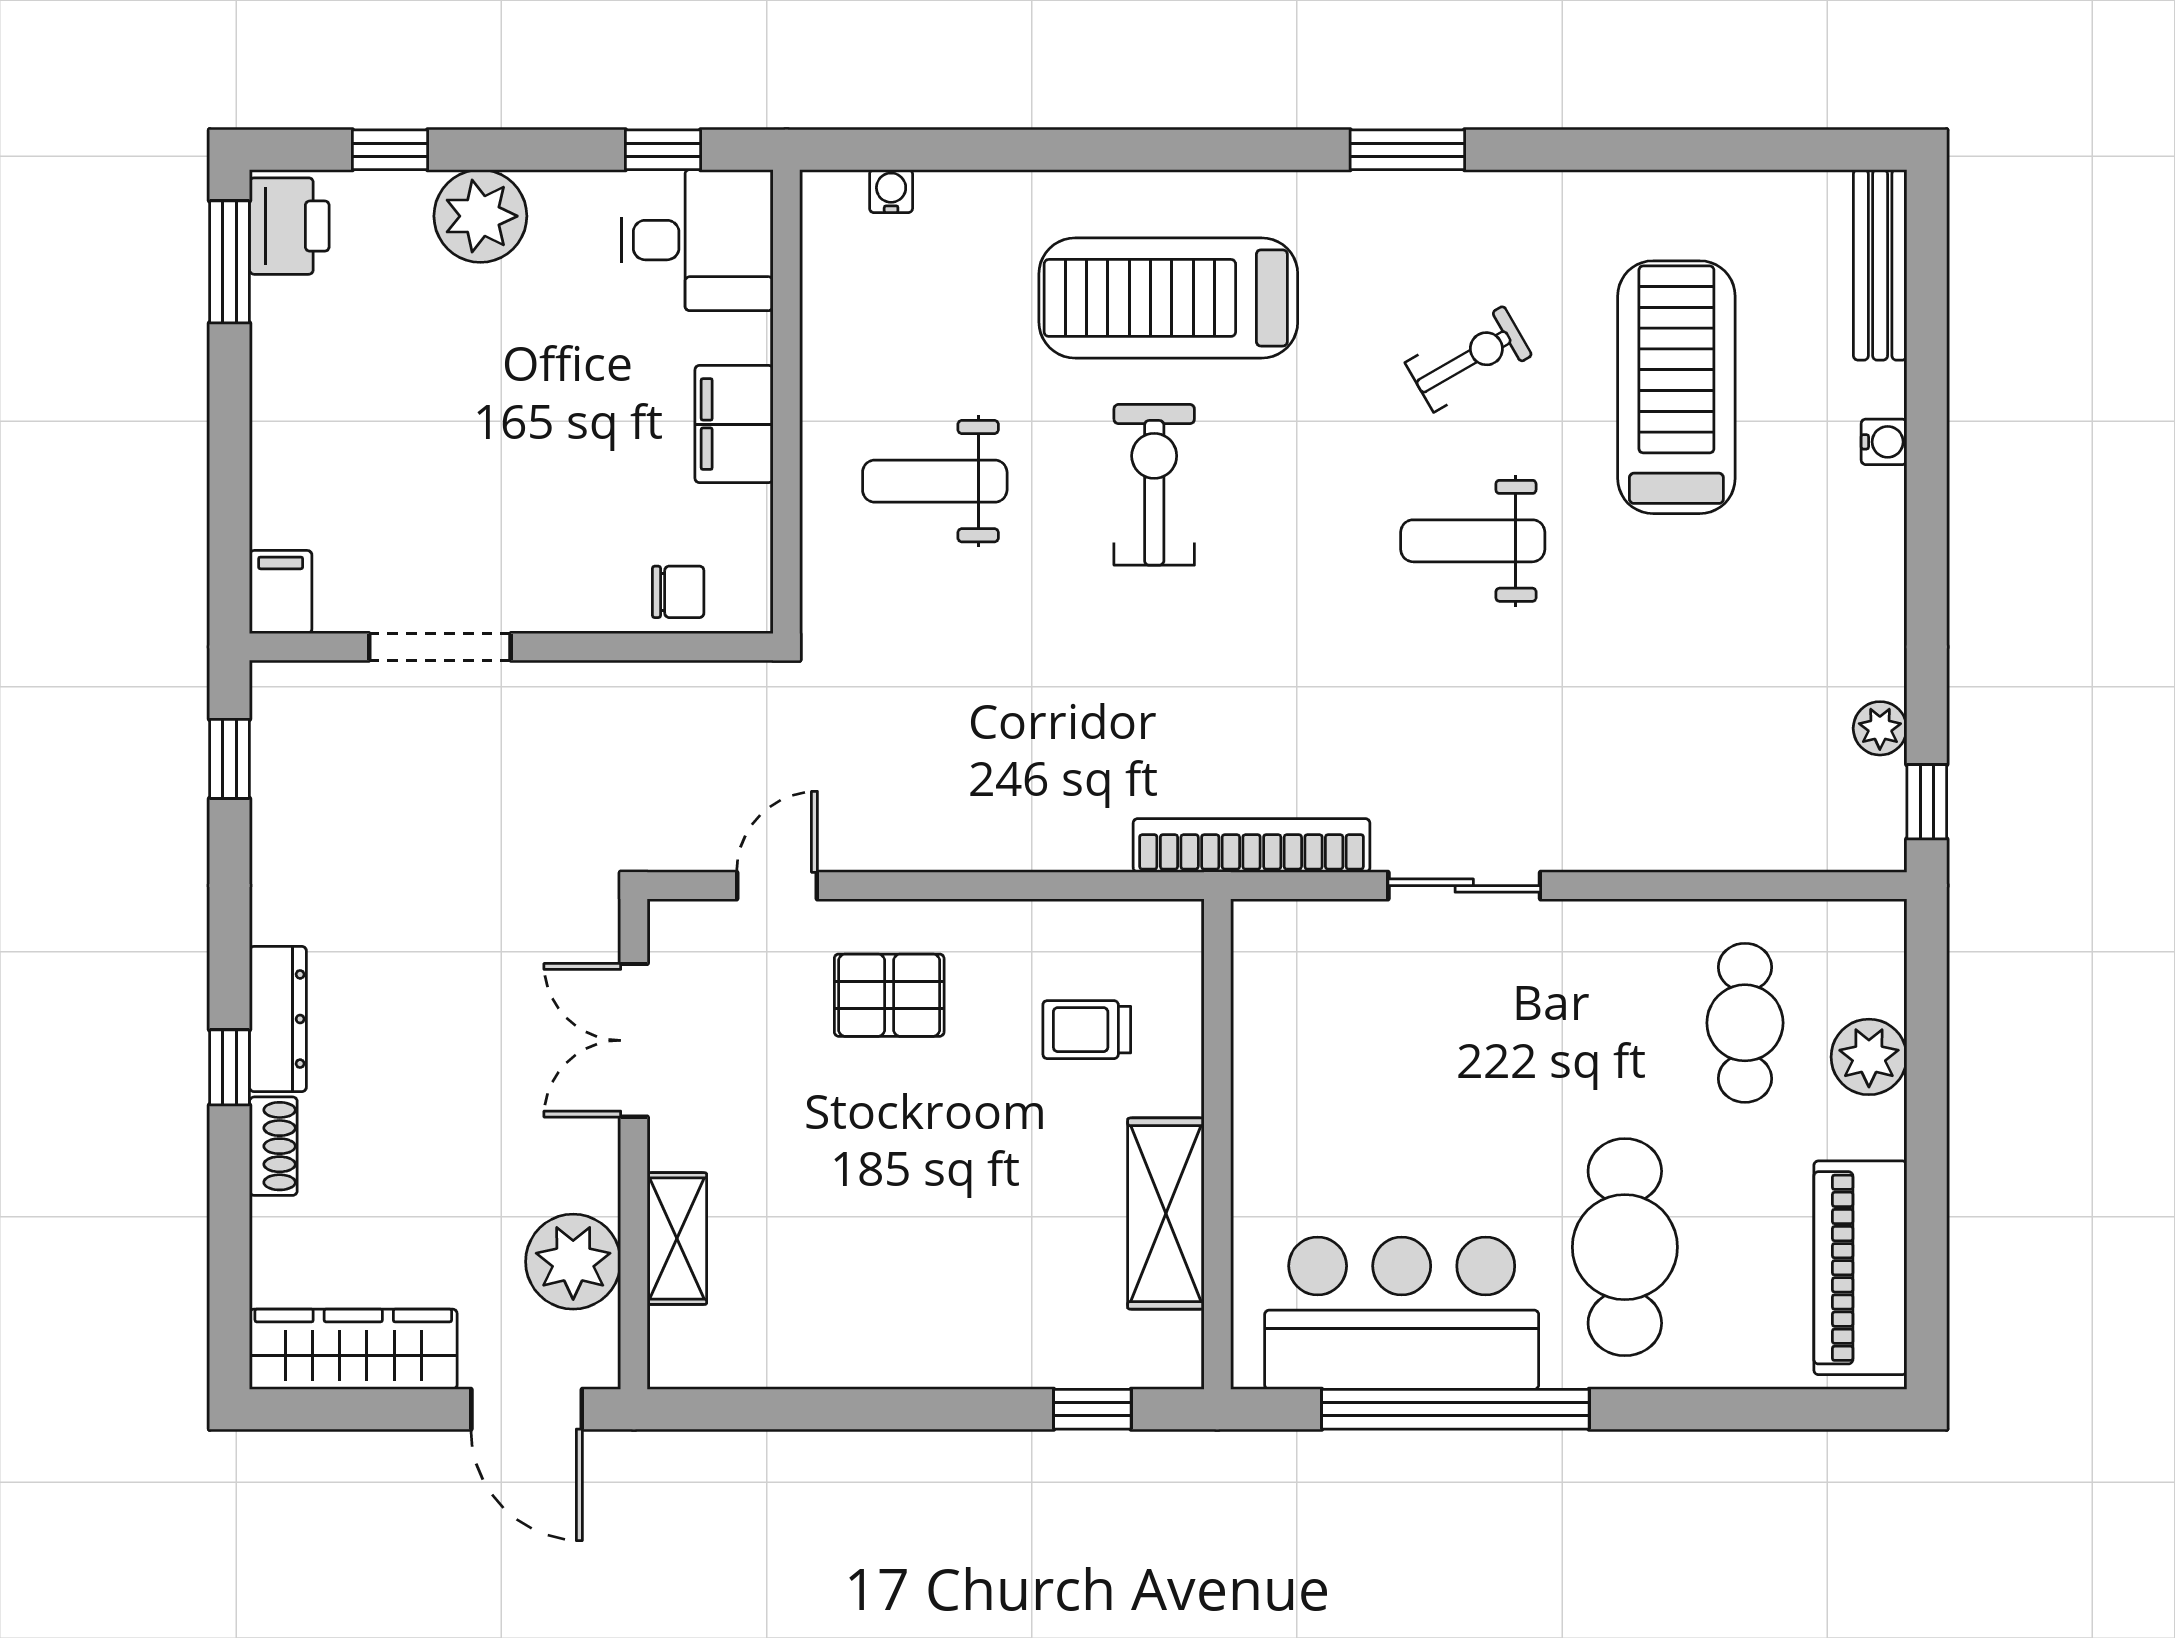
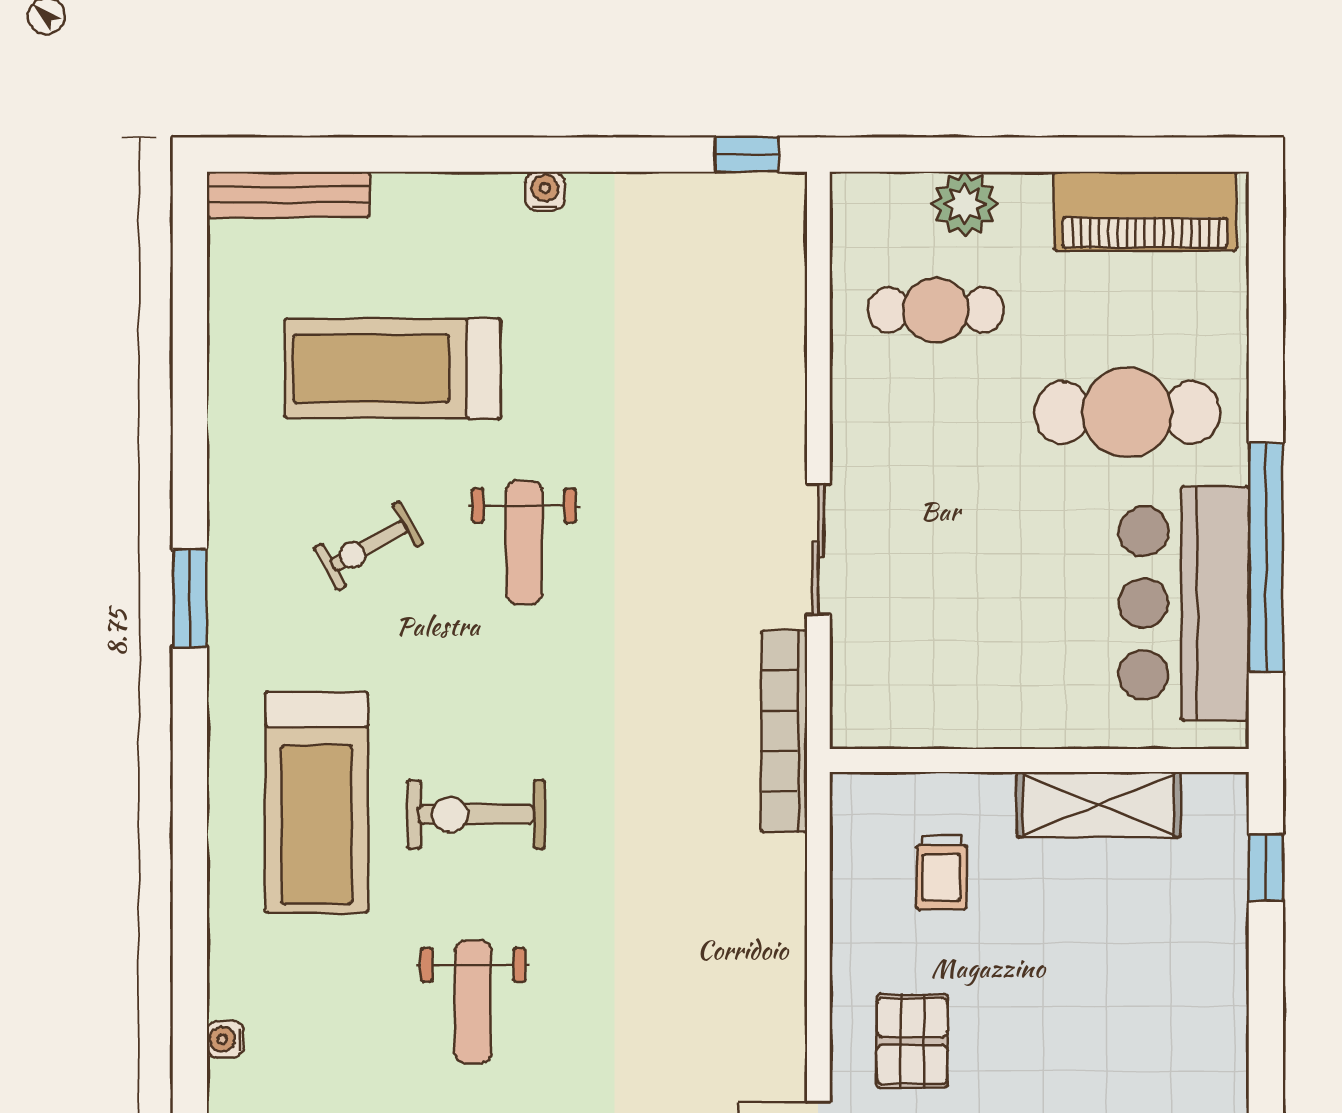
exercise bike: (1469, 359) -> (369, 546), turned -89
water cooler: (1884, 442) -> (545, 191), moved
plant: (1880, 728) -> (684, 195), removed

